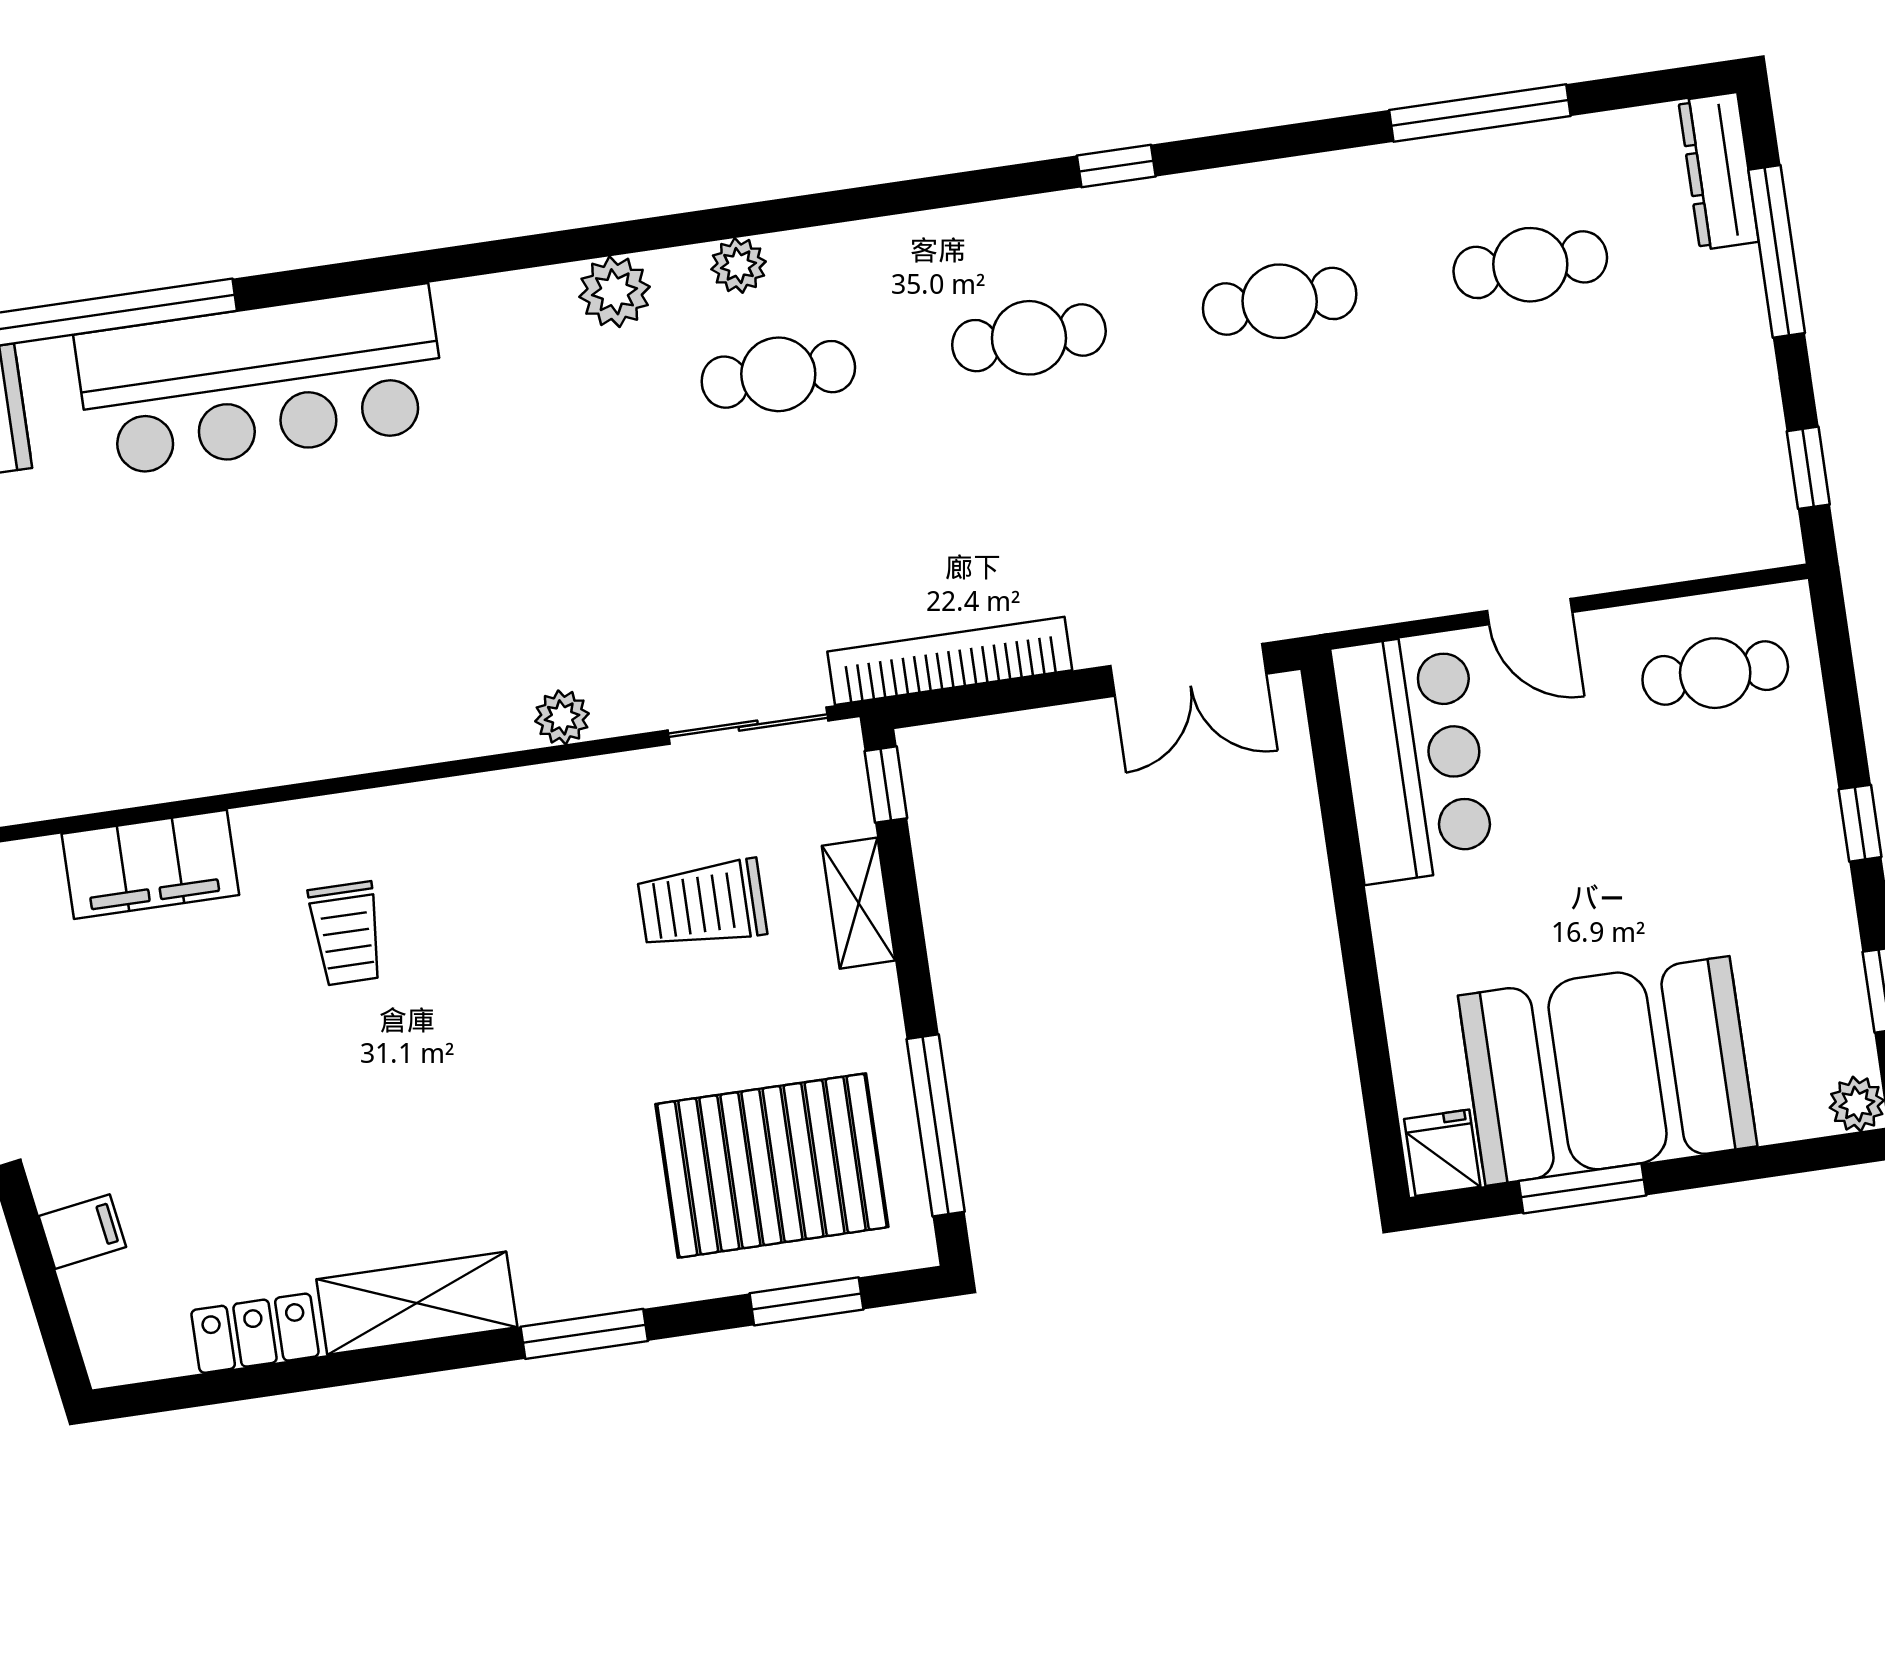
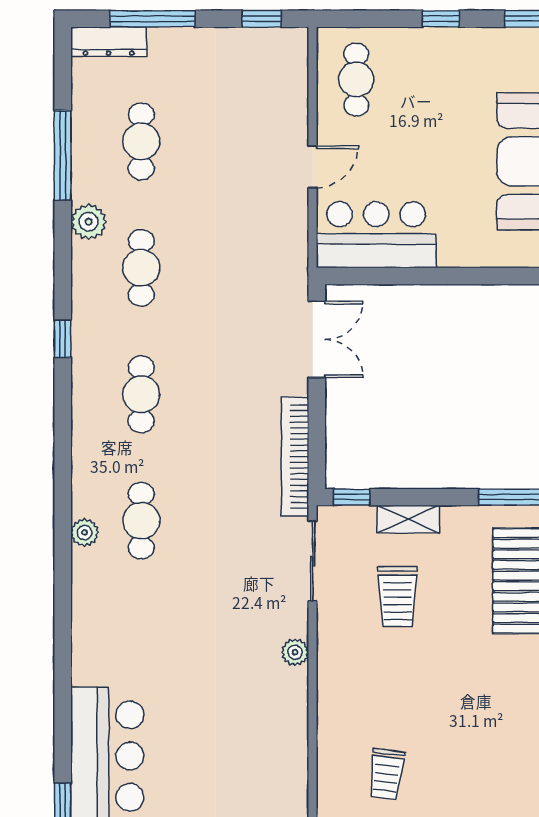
plant: (615, 292) -> (89, 222), moved
trolley: (346, 933) -> (386, 774), turned 97

